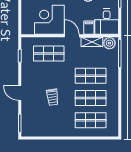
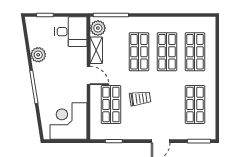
corner desk: (49, 20) -> (68, 121), moved, turned 90
filing cabinet: (89, 28) -> (78, 54), removed
door: (72, 36) -> (89, 76), swing flipped
trolley: (52, 97) -> (140, 98), moved
shop shelf: (49, 120) -> (195, 105), added

